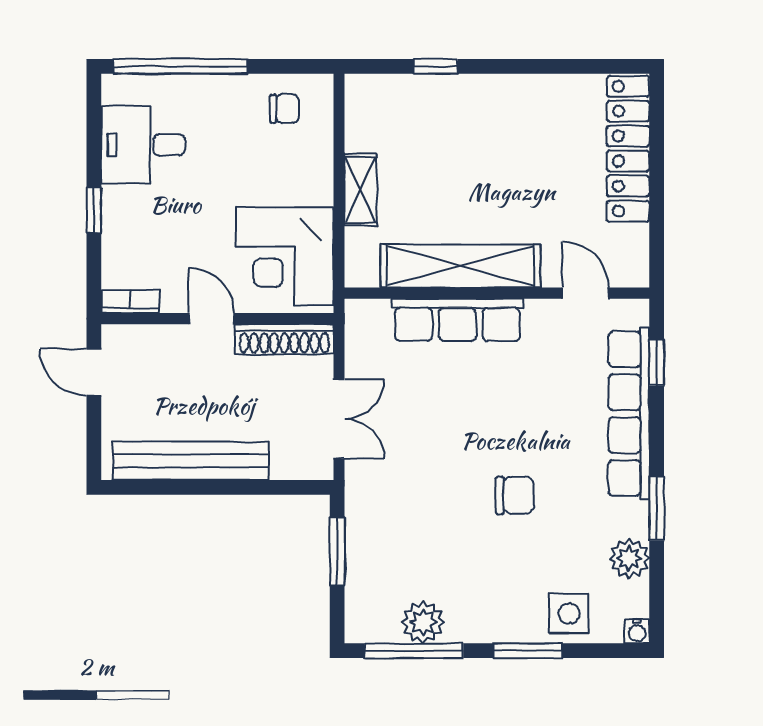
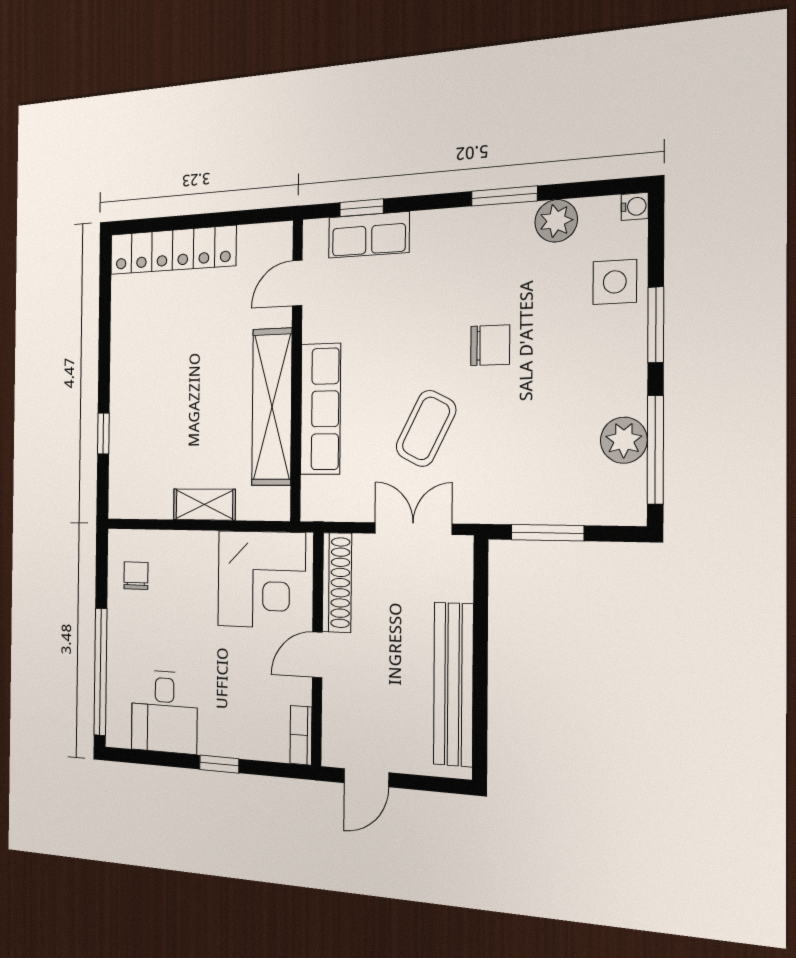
row of seats: (629, 414) -> (369, 235), width x0.50
coffee table: (436, 431) -> (426, 428), added
chair: (515, 495) -> (490, 345), turned 90

